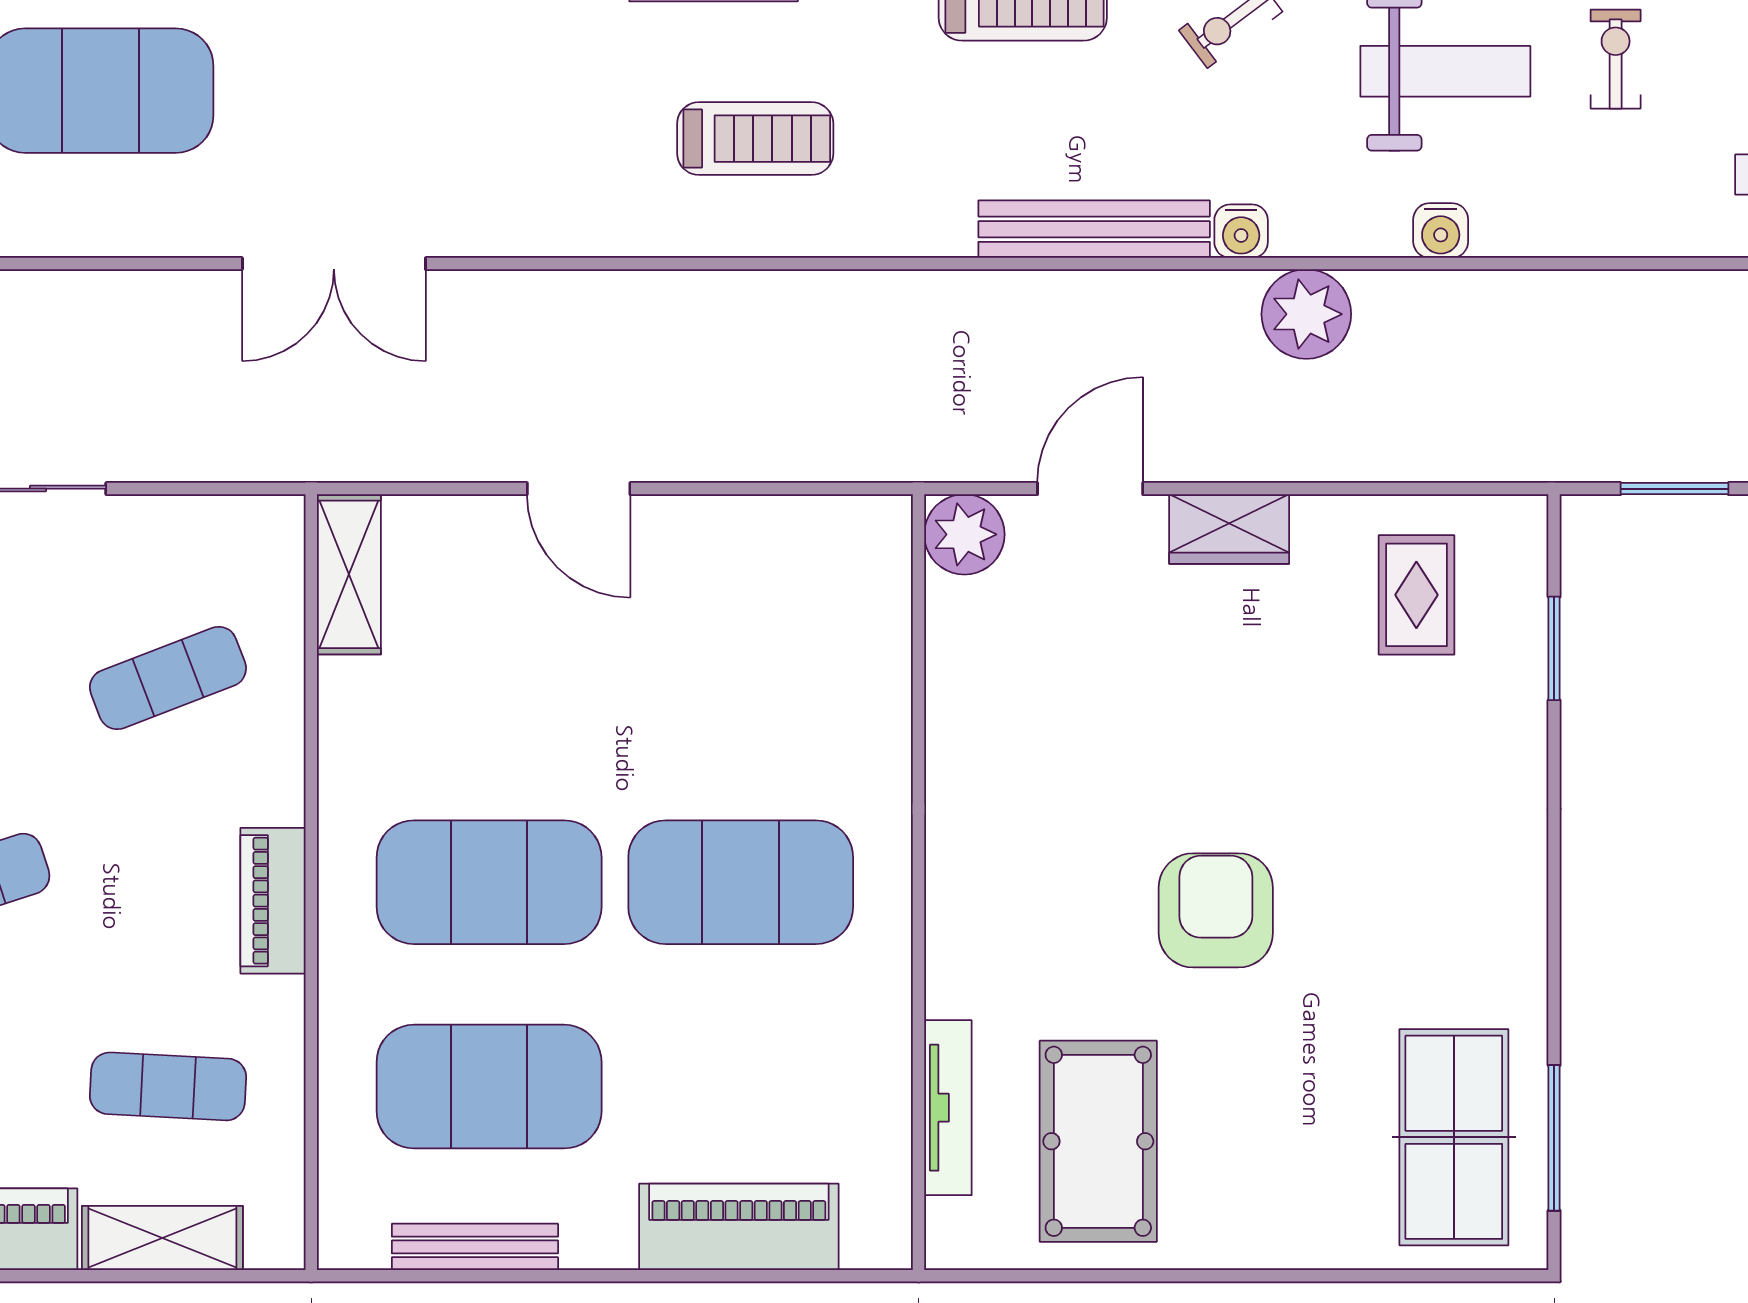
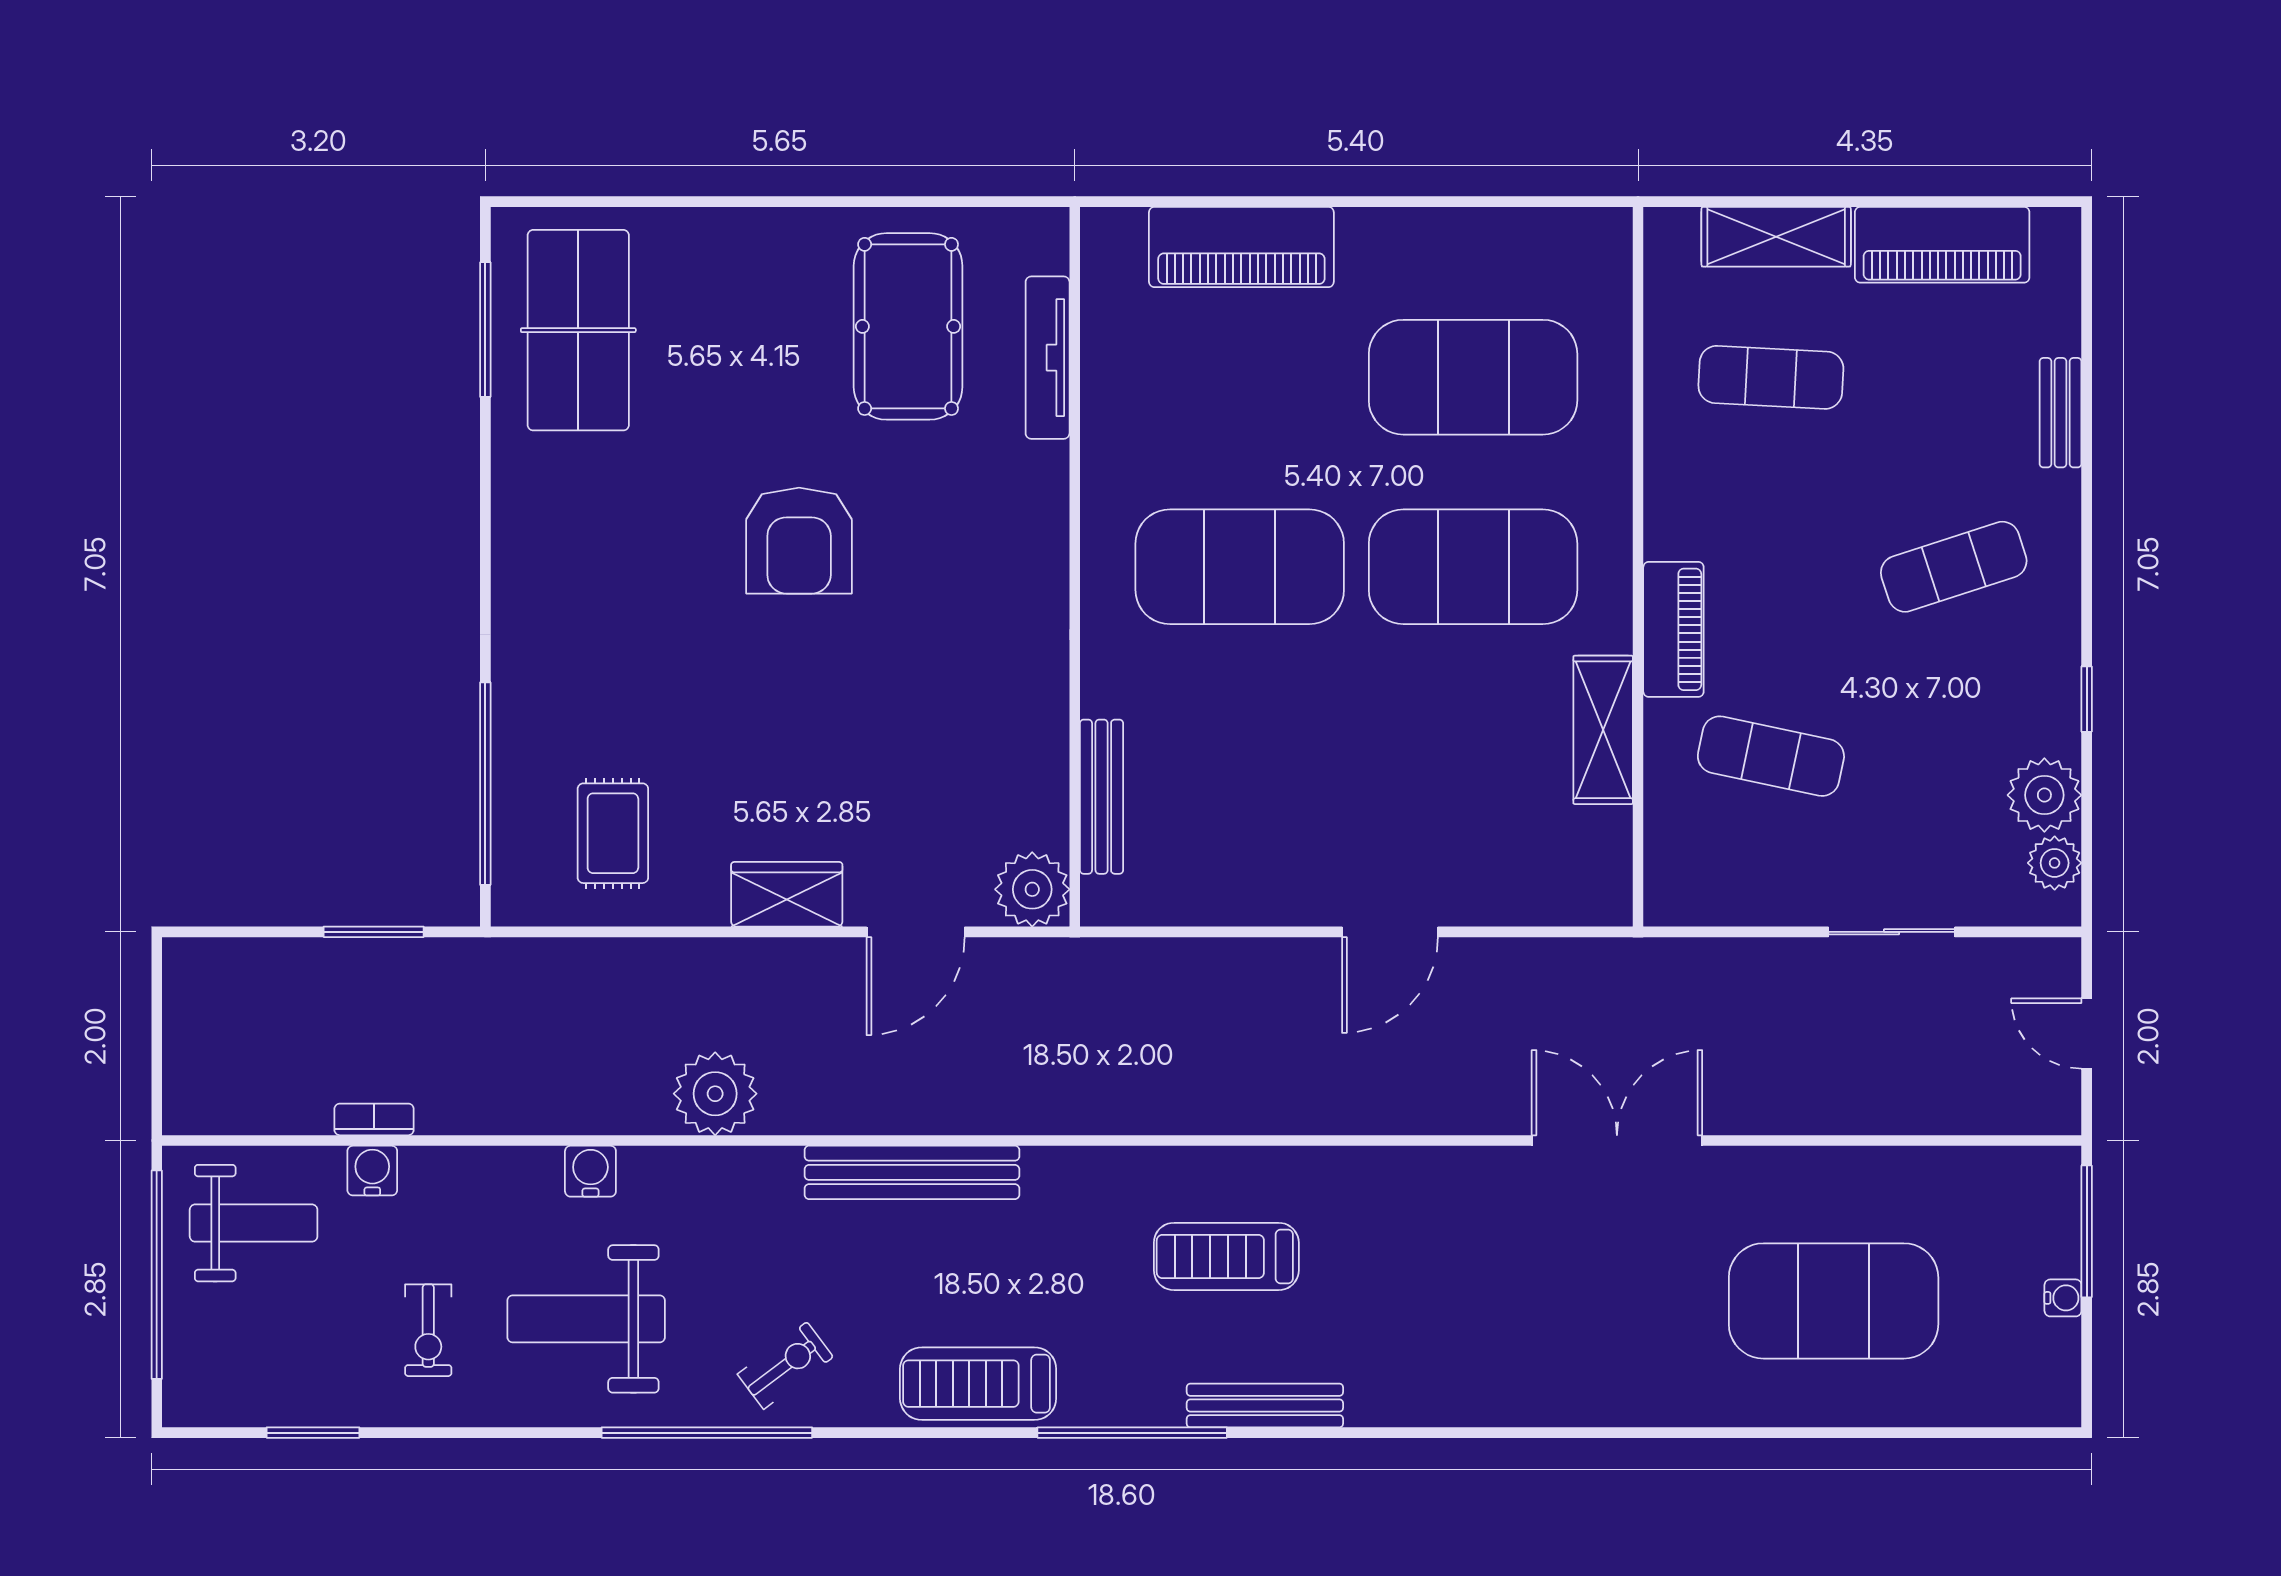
water cooler: (1241, 231) -> (372, 1171), moved
bookcase: (1674, 286) -> (374, 1119), added
door: (579, 489) -> (1390, 932), swing flipped
shelving: (349, 574) -> (1603, 730), moved
window: (1554, 648) -> (485, 784), width x2.11
exercise mat: (168, 678) -> (1771, 756), turned 33
piano: (273, 901) -> (1673, 629), moved
bench: (475, 1247) -> (1102, 797), moved, turned 90

